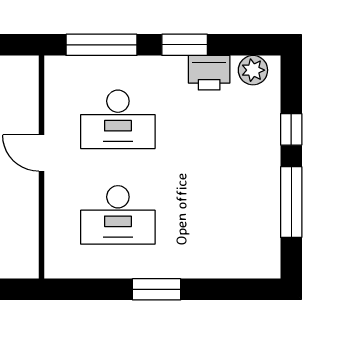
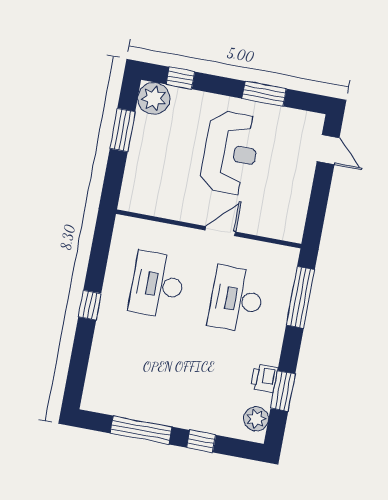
window: (185, 45) -> (283, 391), moved
printer: (209, 73) -> (264, 378), width x0.73, depth x0.81
window: (157, 289) -> (90, 305), width x0.67

